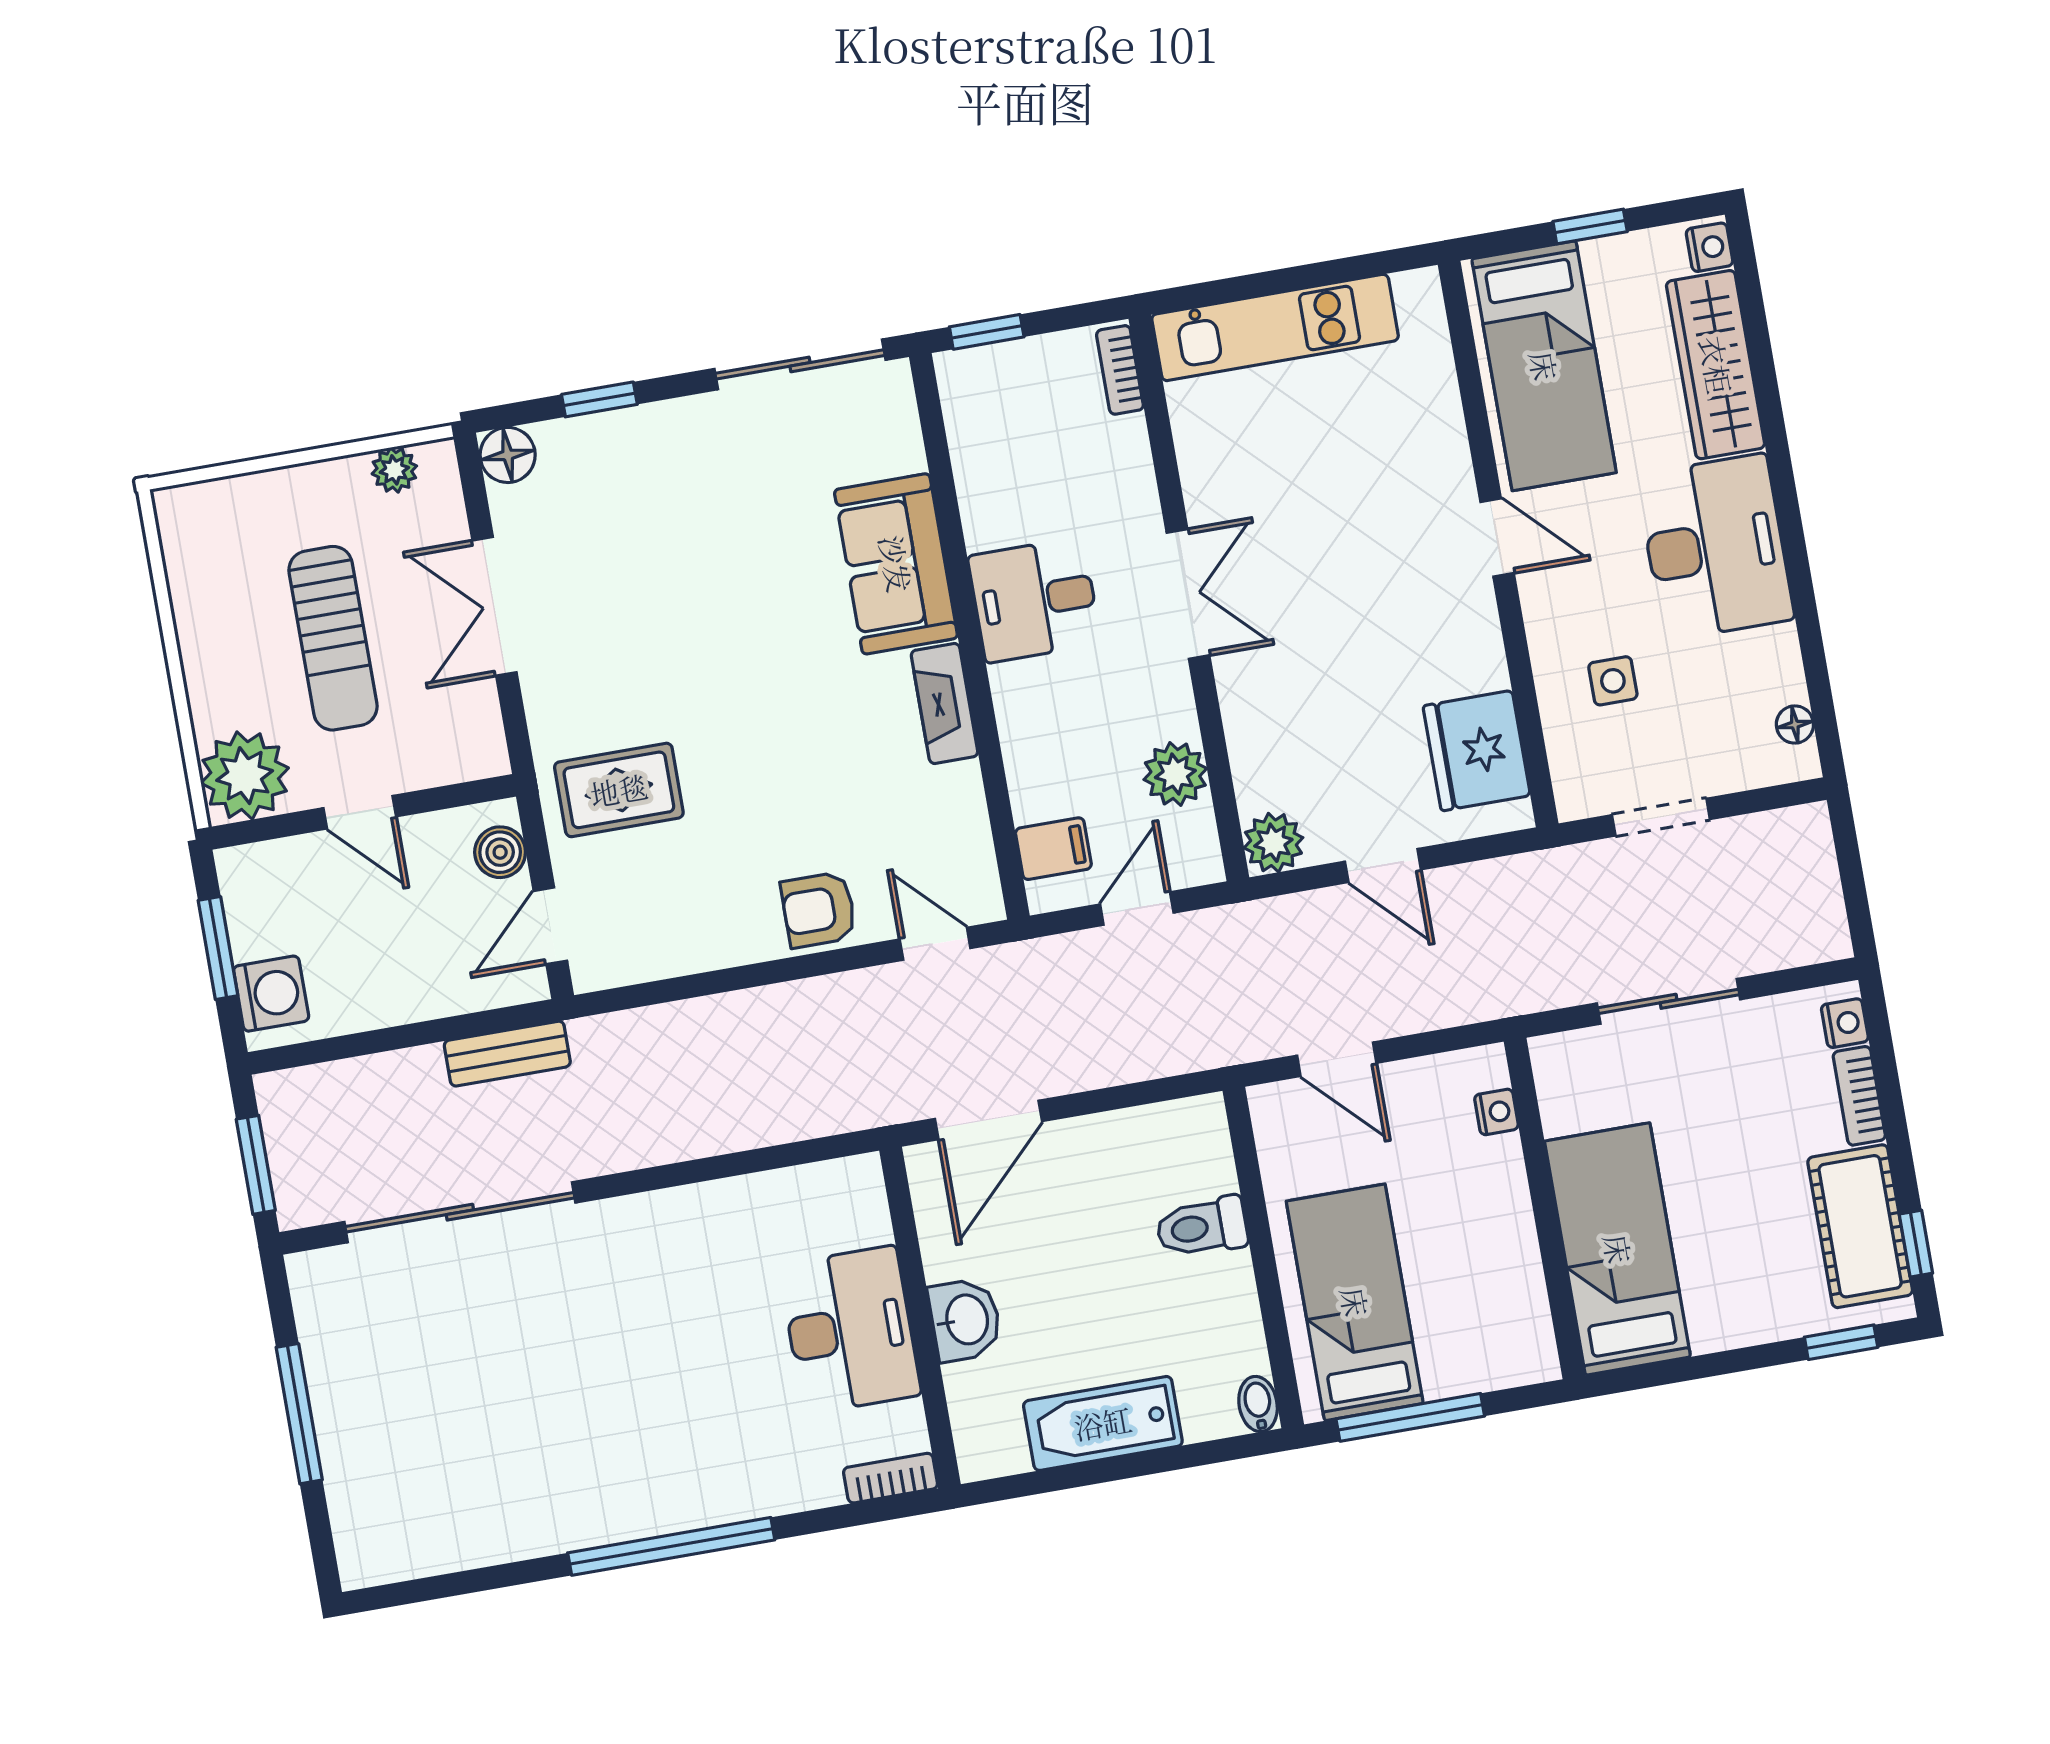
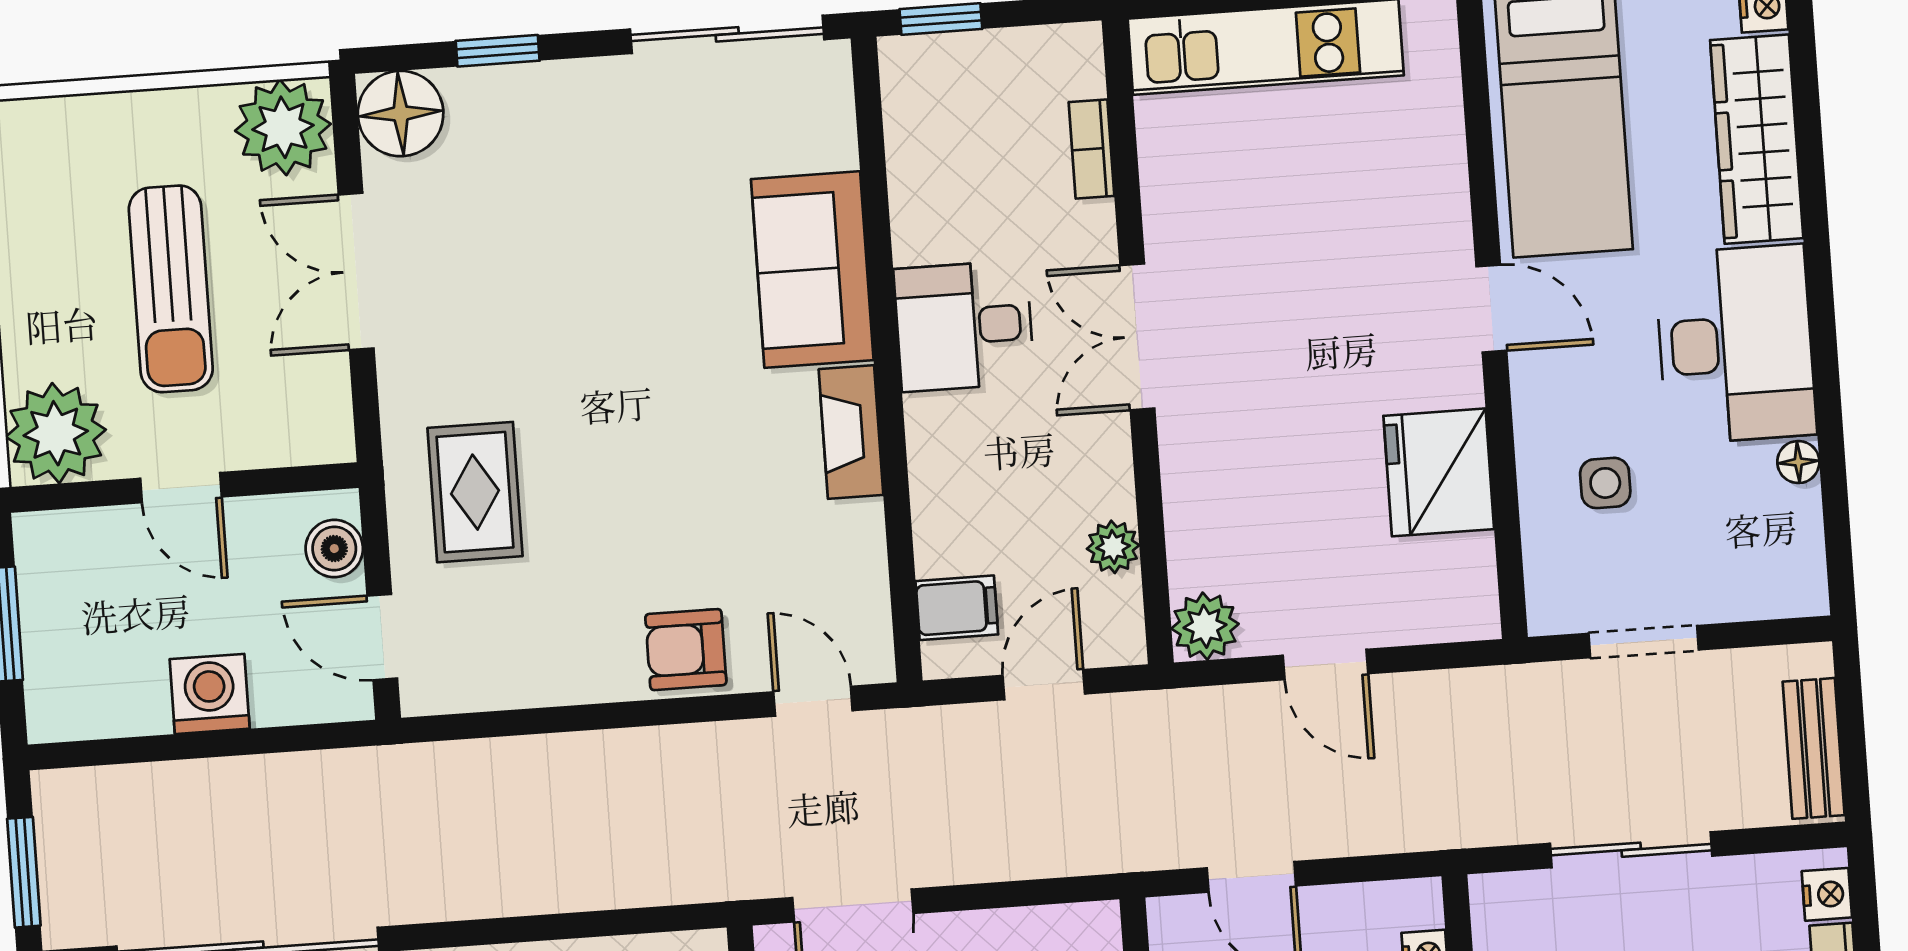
bookcase: (1120, 370) -> (1092, 149), moved
floor lamp: (508, 455) -> (401, 114), width x1.38, depth x1.38
plant: (394, 470) -> (283, 127), width x1.88, depth x1.88
double door: (1188, 594) -> (1137, 337), swing flipped
floor lamp: (1795, 725) -> (1798, 462), moved
fridge: (1477, 751) -> (1439, 472), moved
plant: (1175, 774) -> (1113, 547), width x0.73, depth x0.73
rug: (619, 790) -> (475, 492), turned 90
door: (550, 926) -> (382, 637), hinge flipped
washing machine: (271, 994) -> (210, 694), moved, turned -90
bench: (507, 1054) -> (1814, 748), moved, turned 90

